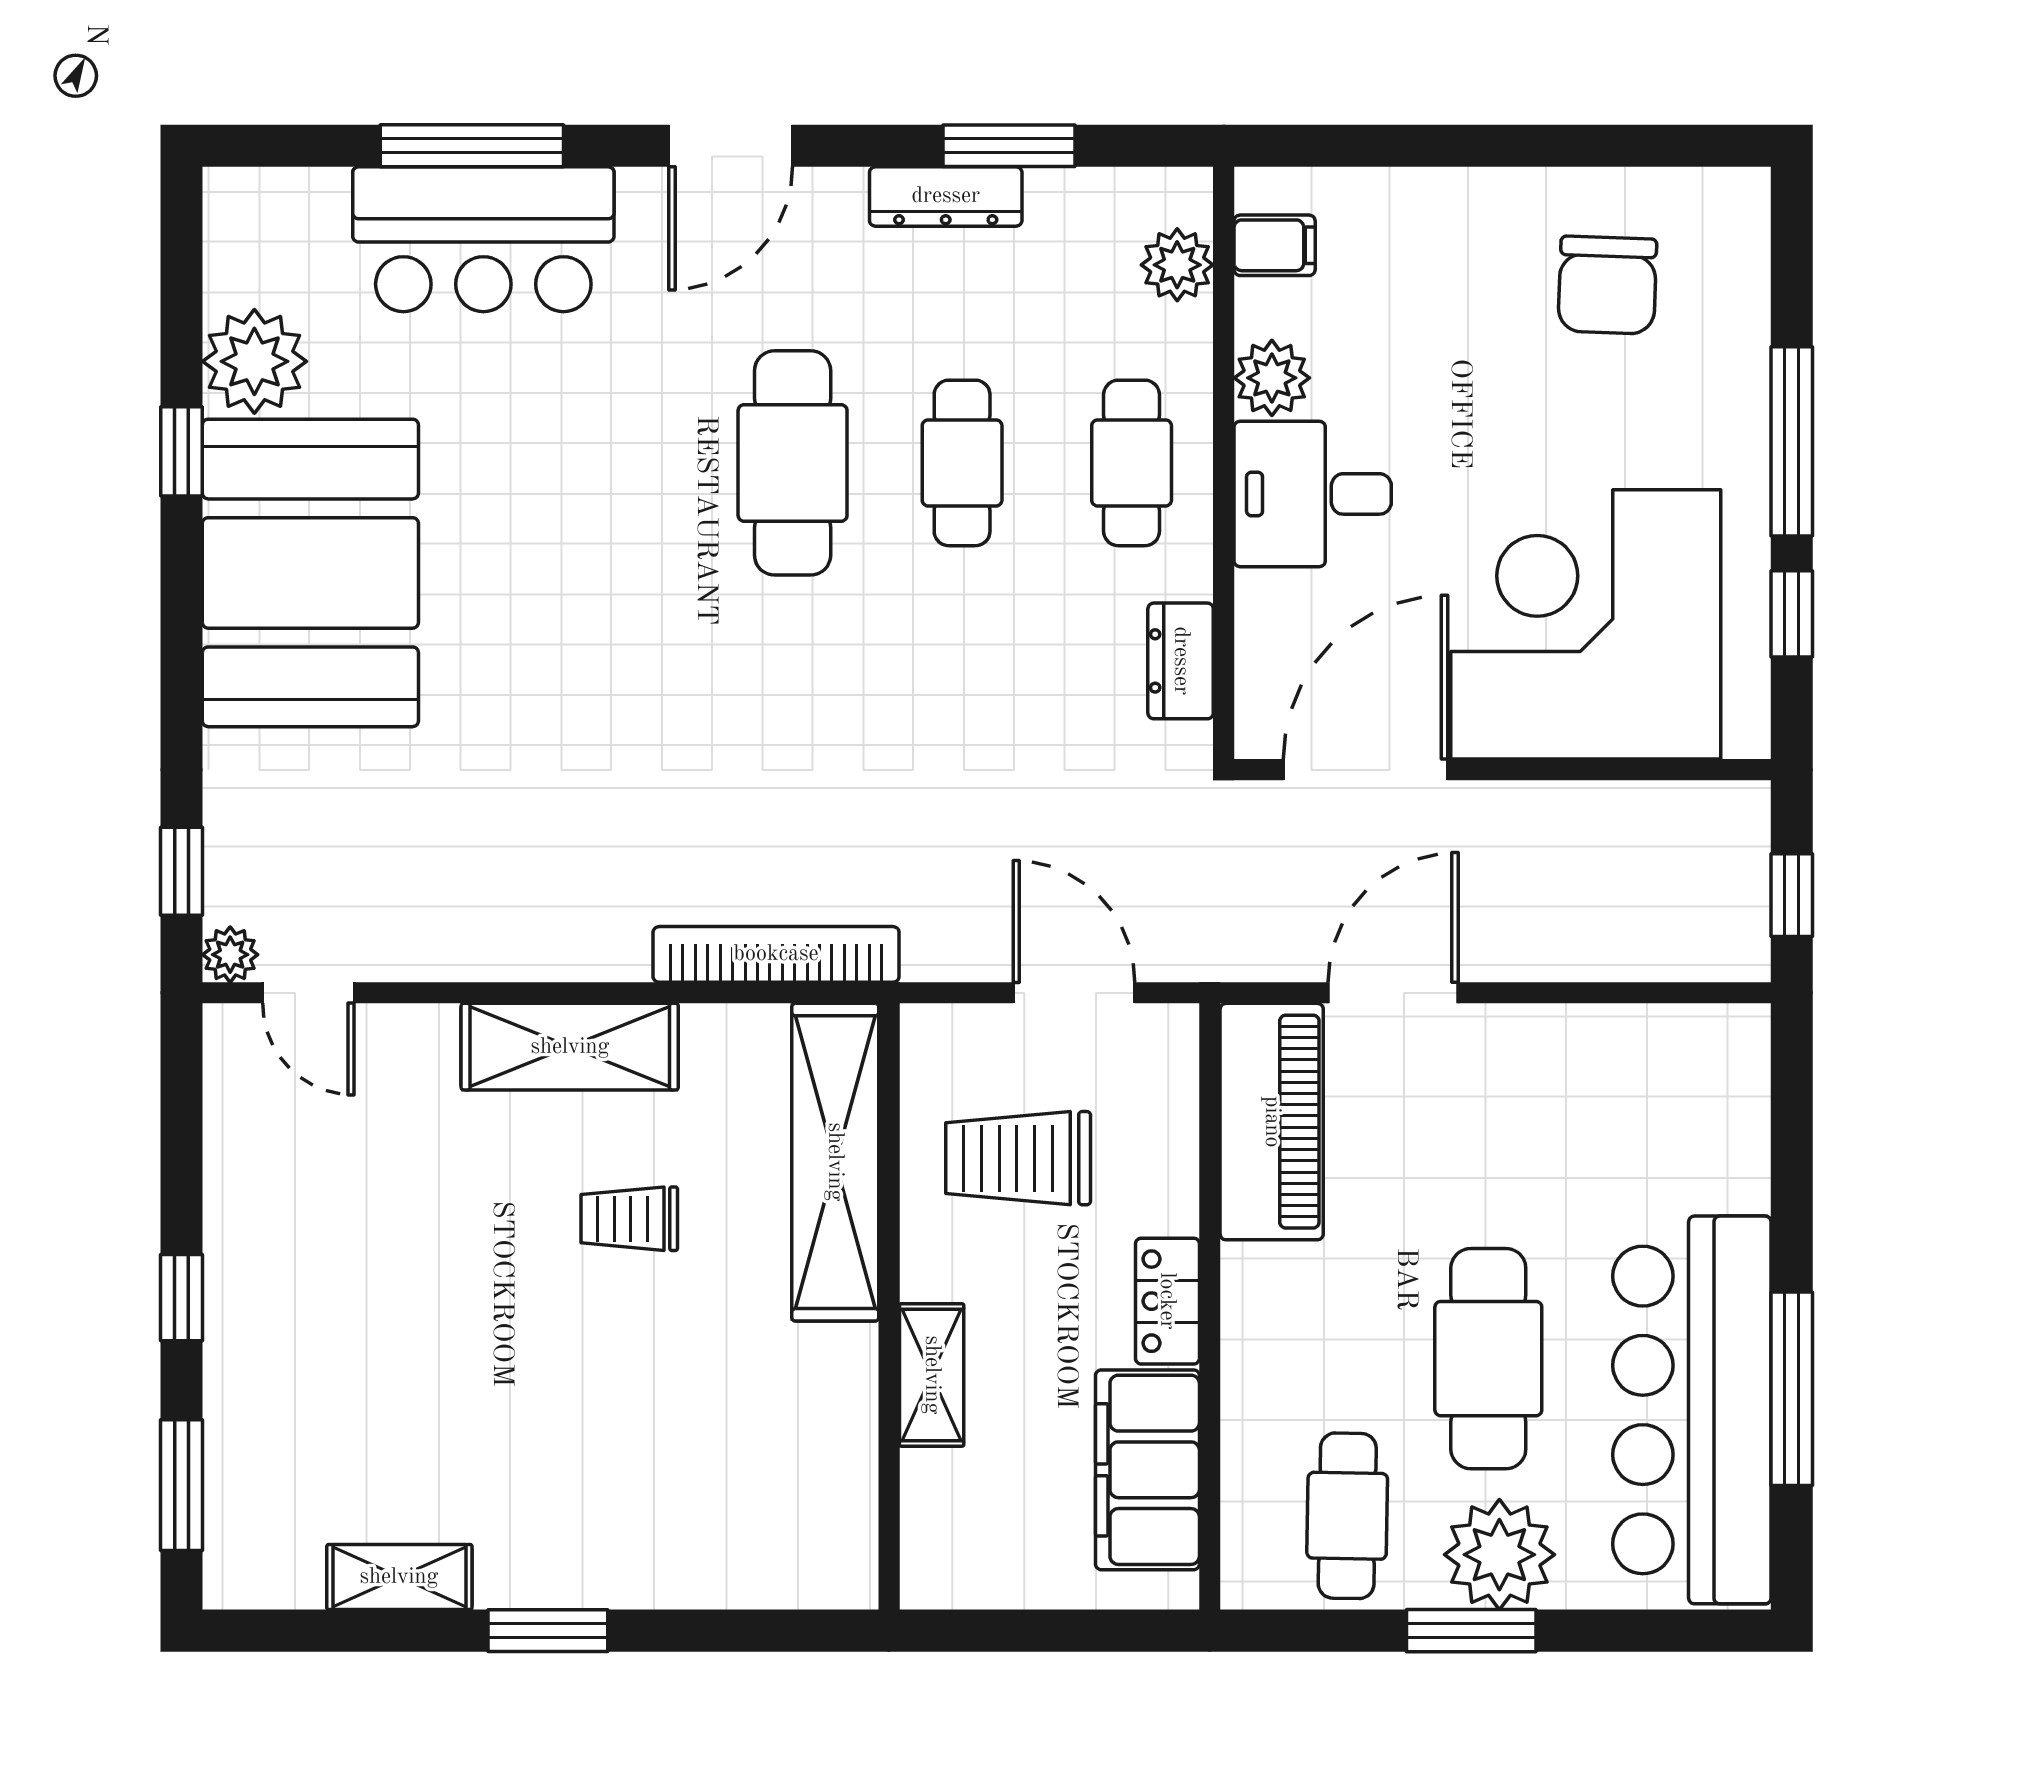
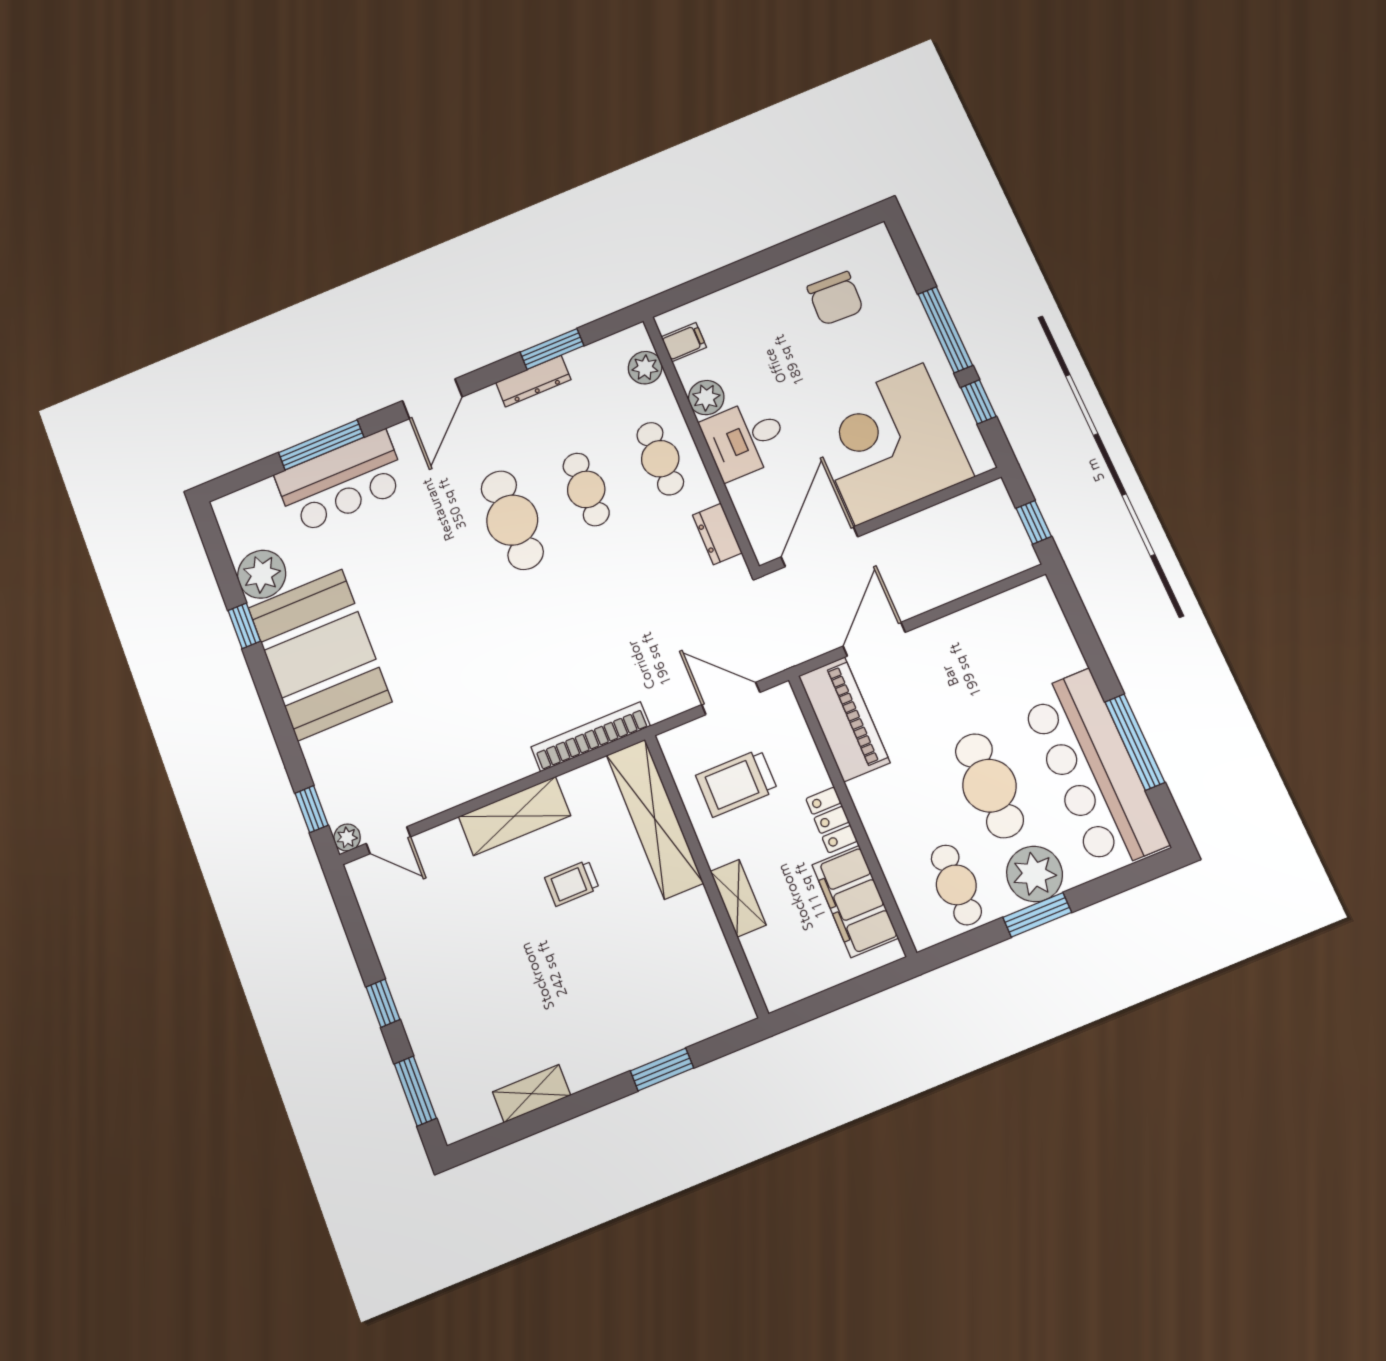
window: (548, 1631) -> (662, 1069), moved

